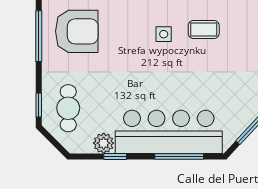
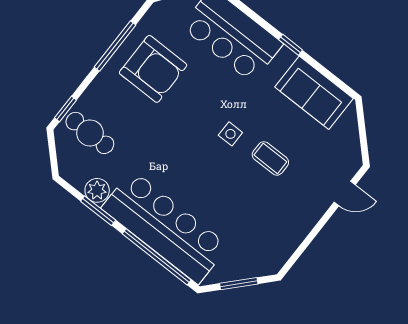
cafe table: (68, 108) -> (90, 133), turned 90
window: (115, 156) -> (98, 211), width x1.50
window: (179, 156) -> (157, 257), width x1.46

